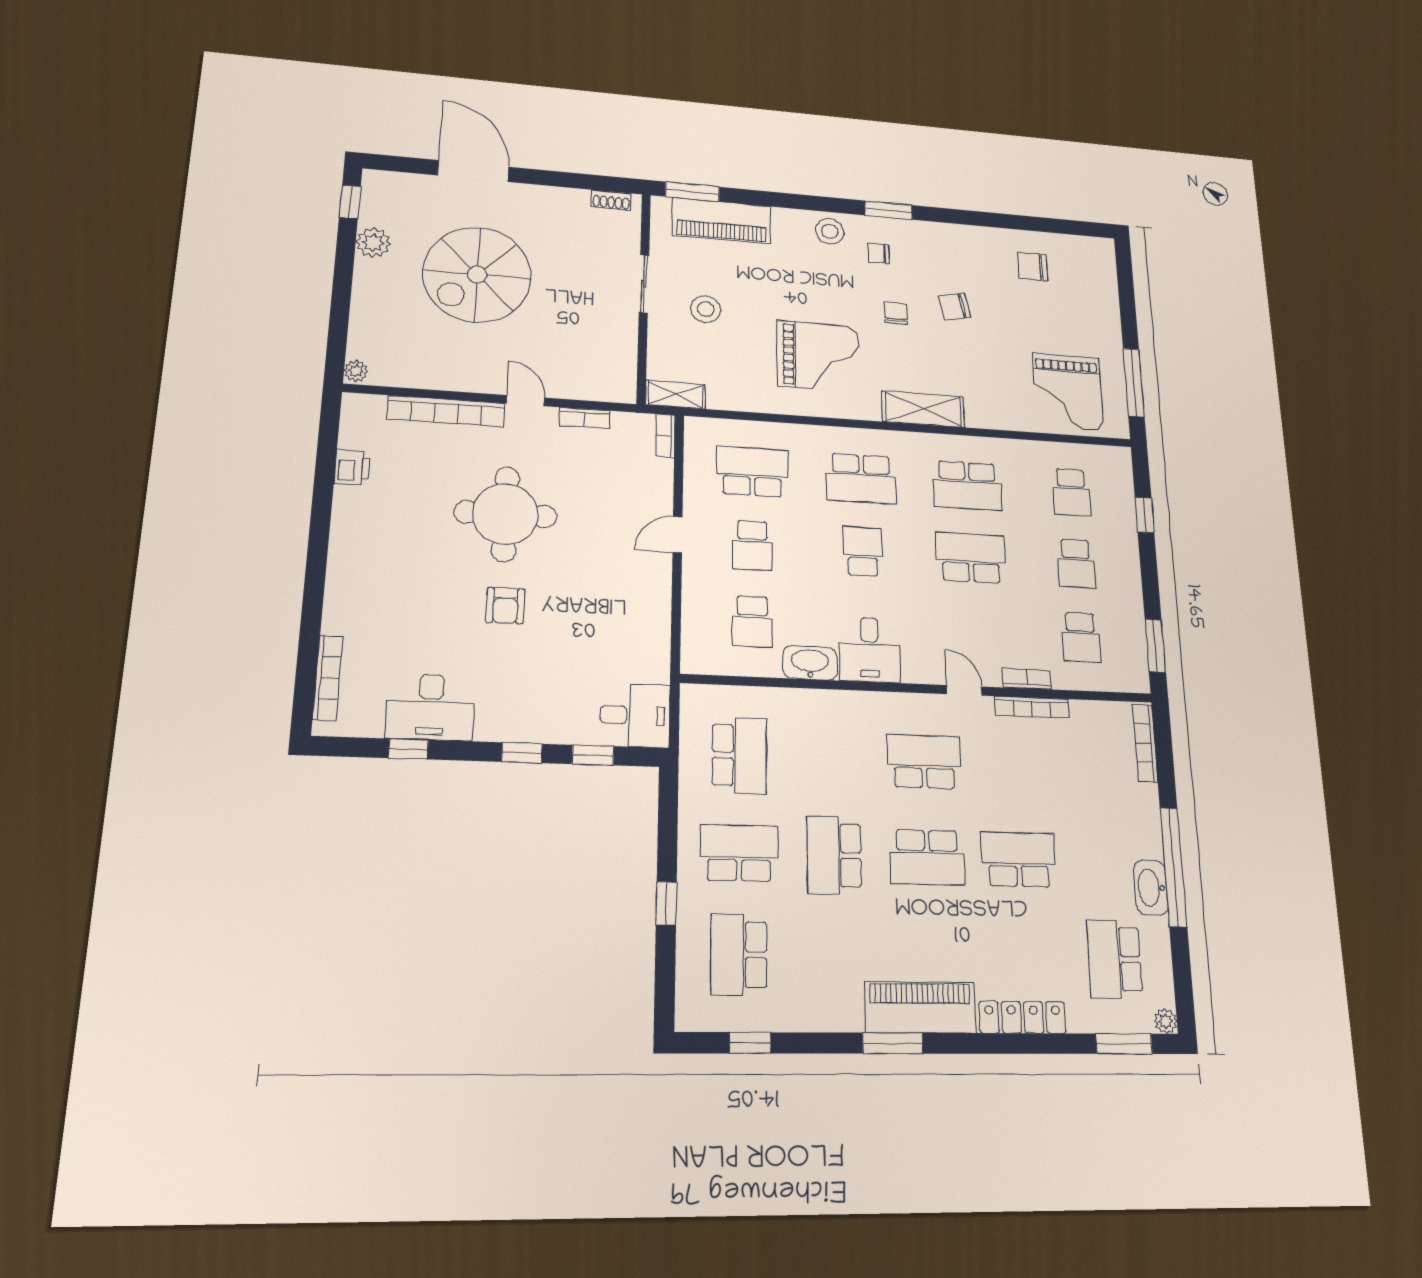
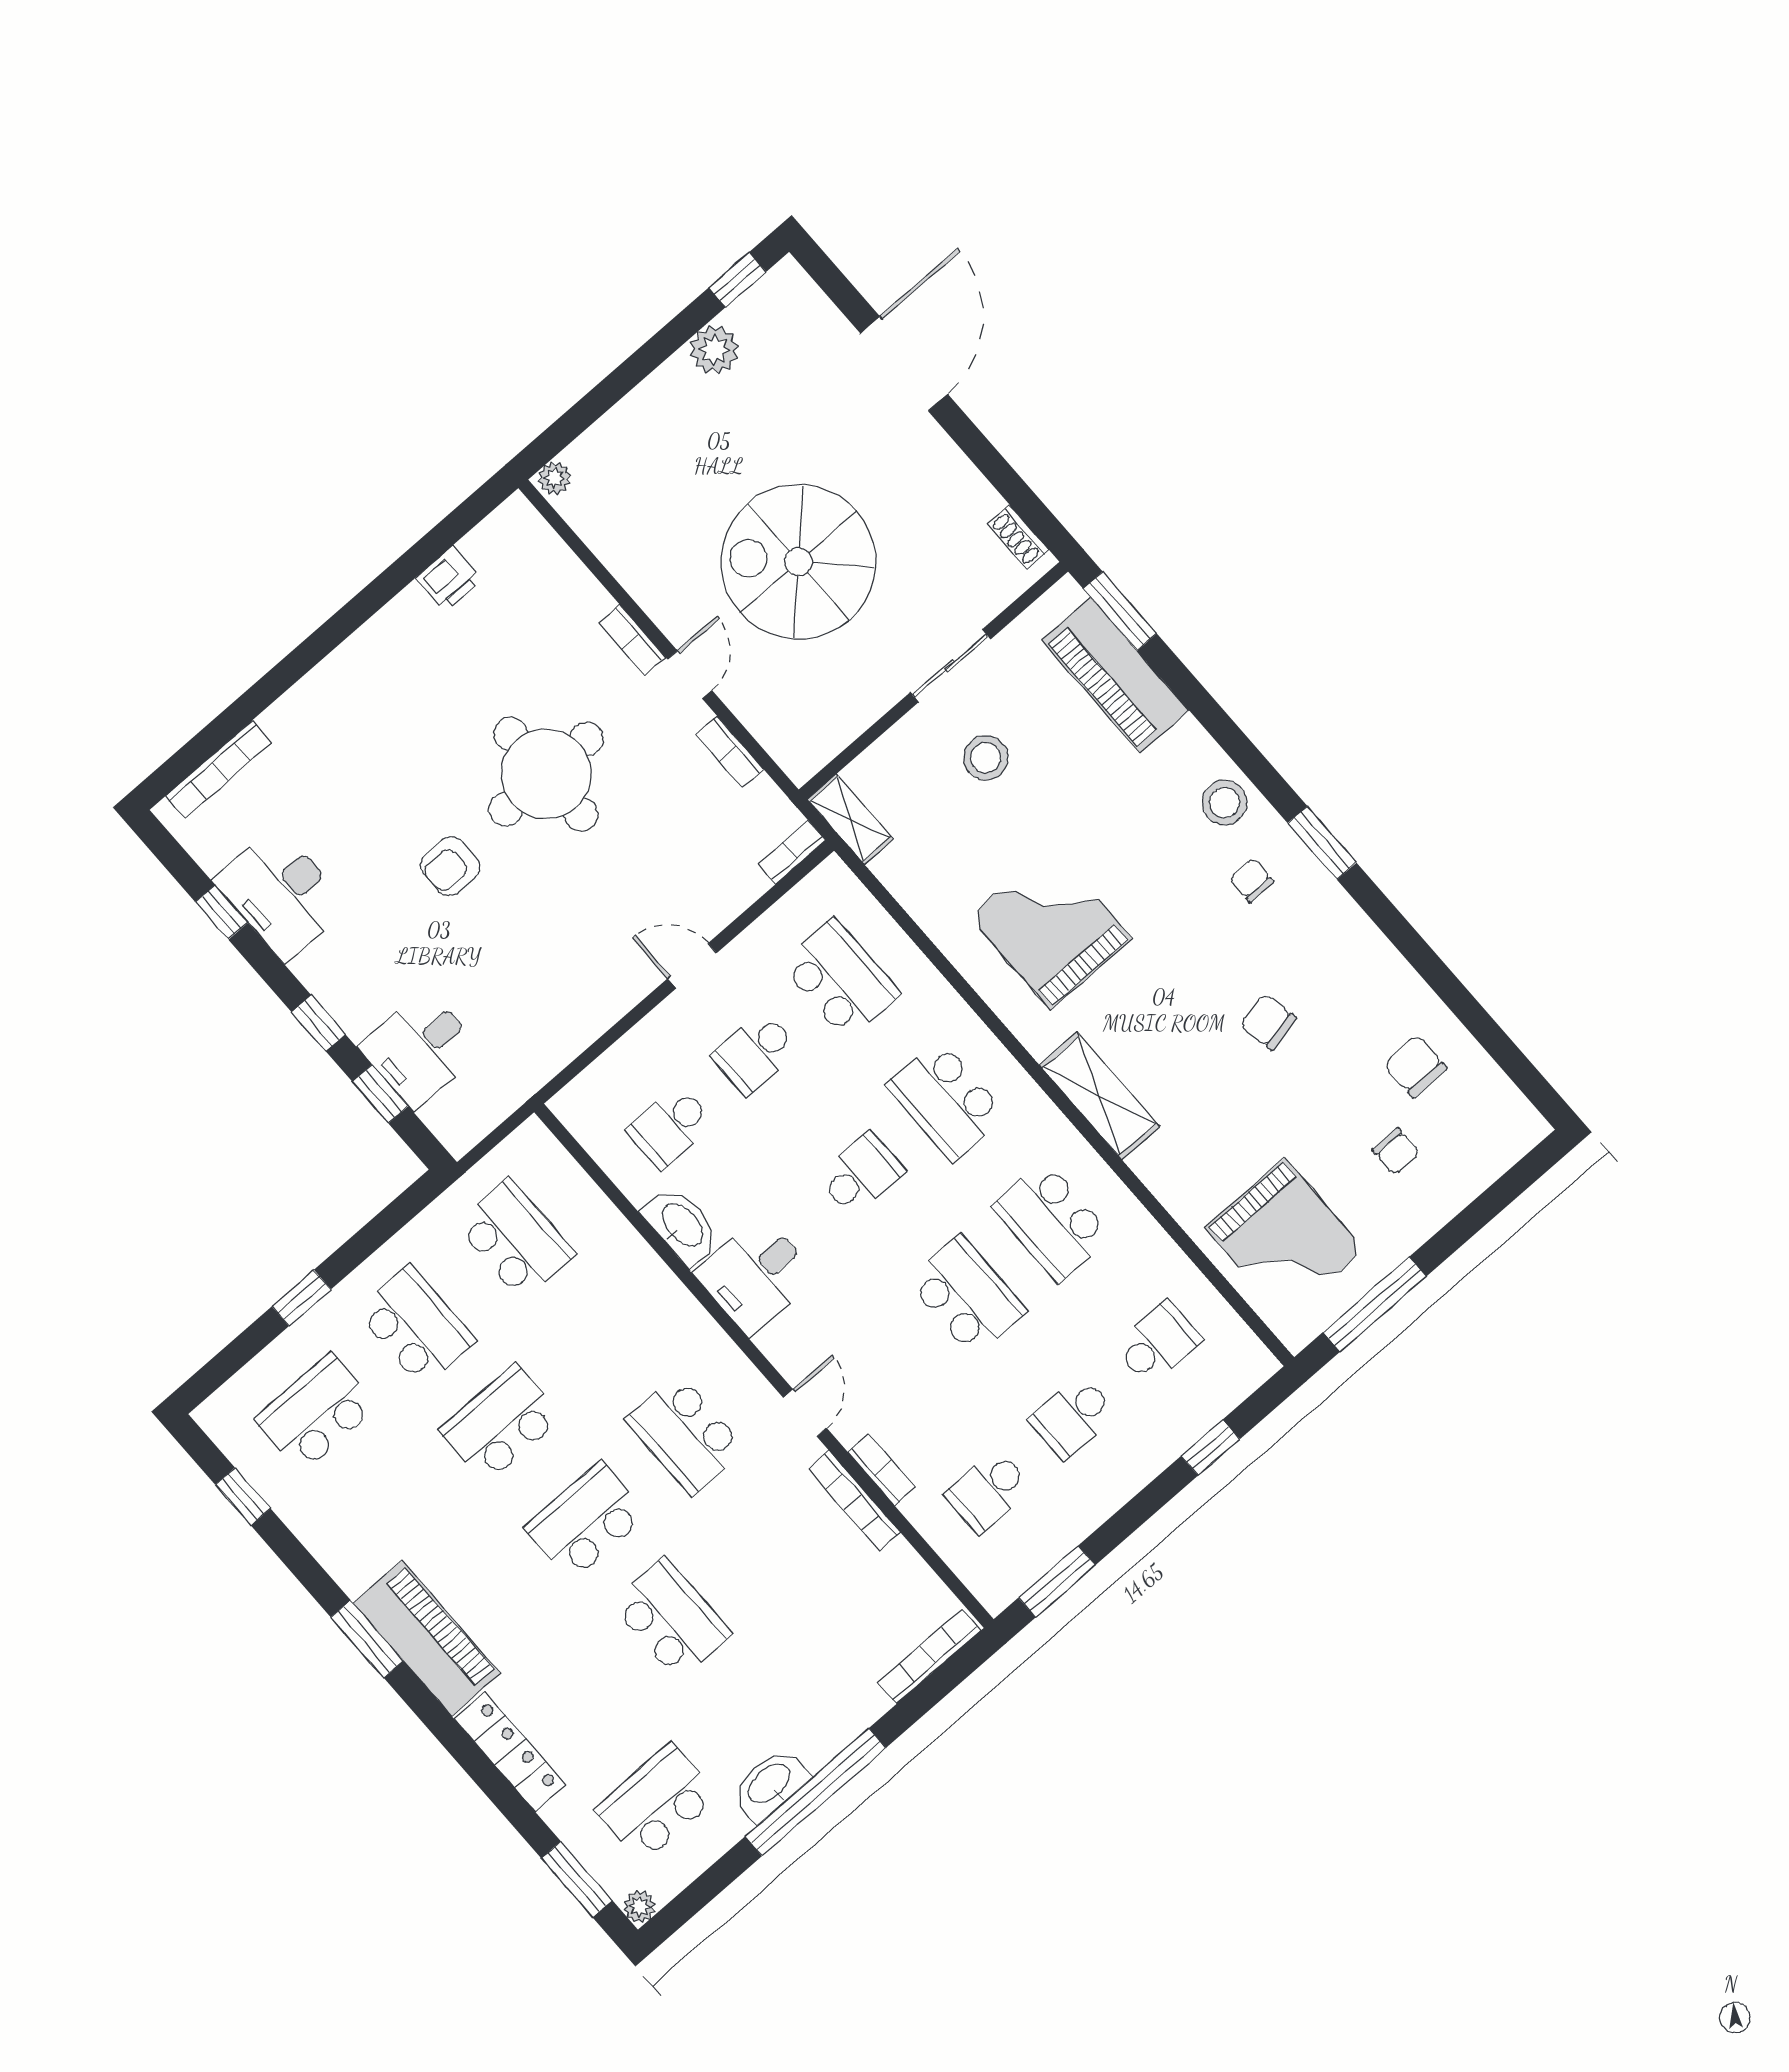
spiral stairs: (477, 274) -> (798, 562), moved
chair: (896, 313) -> (1396, 1151), moved, turned 90
grand piano: (818, 356) -> (1050, 927), turned 180
grand piano: (1068, 392) -> (1285, 1239), turned -90
bookcase: (446, 411) -> (632, 640), width x0.43, depth x0.76
school desk: (1071, 492) -> (1158, 1343), turned 180
desk: (635, 715) -> (420, 1049), moved, turned 90
school desk: (739, 755) -> (515, 1239), turned -90
school desk: (924, 762) -> (685, 1434), turned 180
school desk: (927, 857) -> (586, 1521), turned 90

